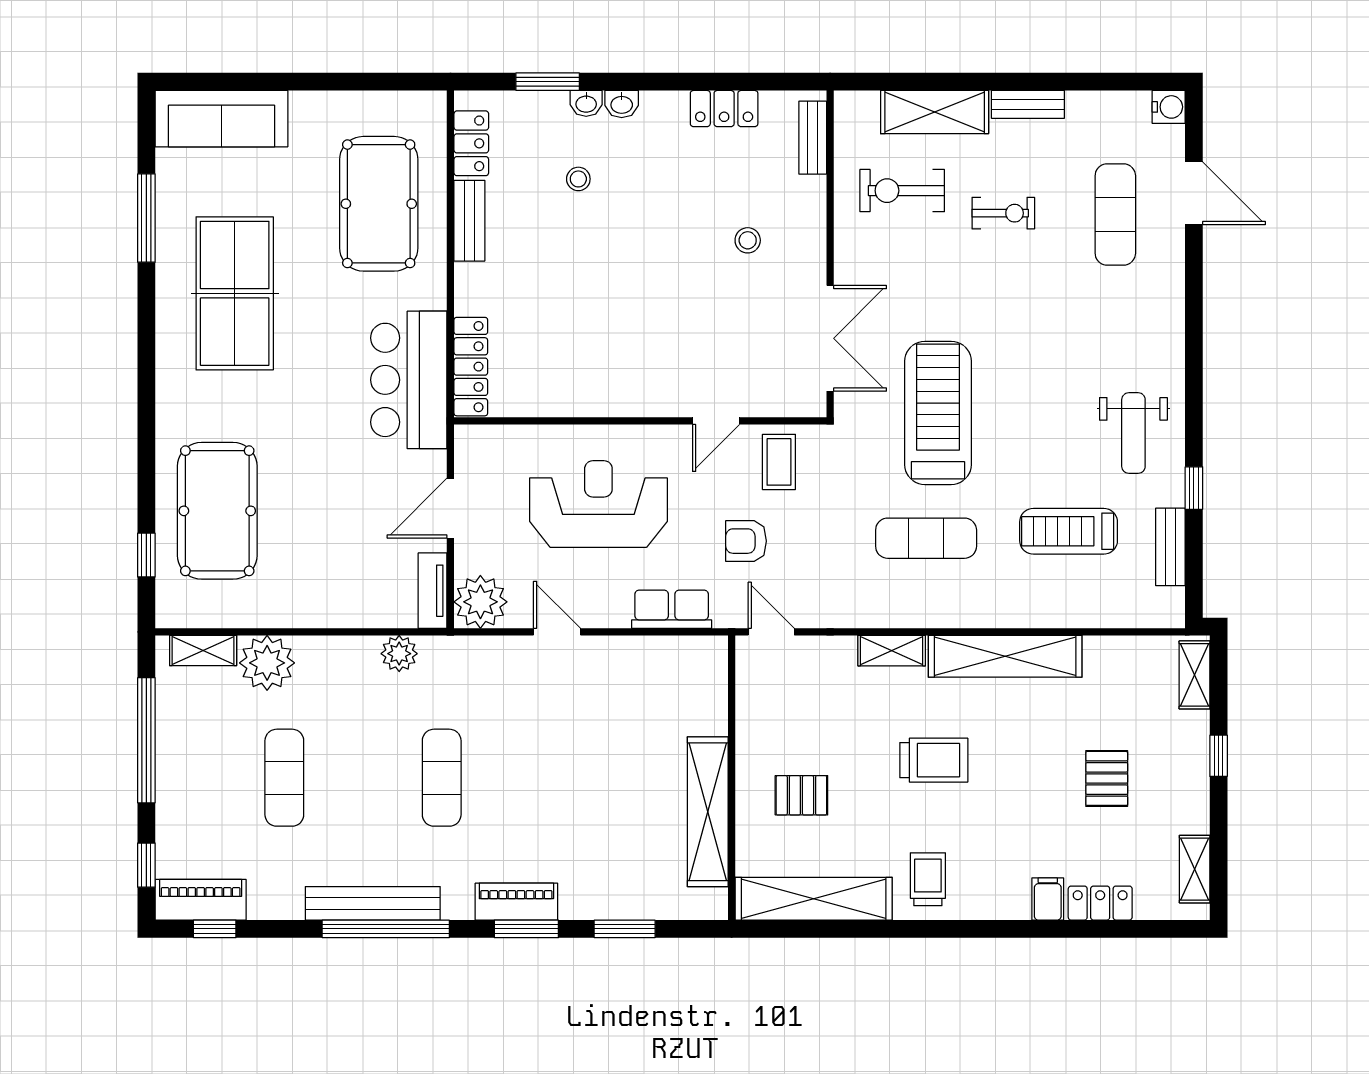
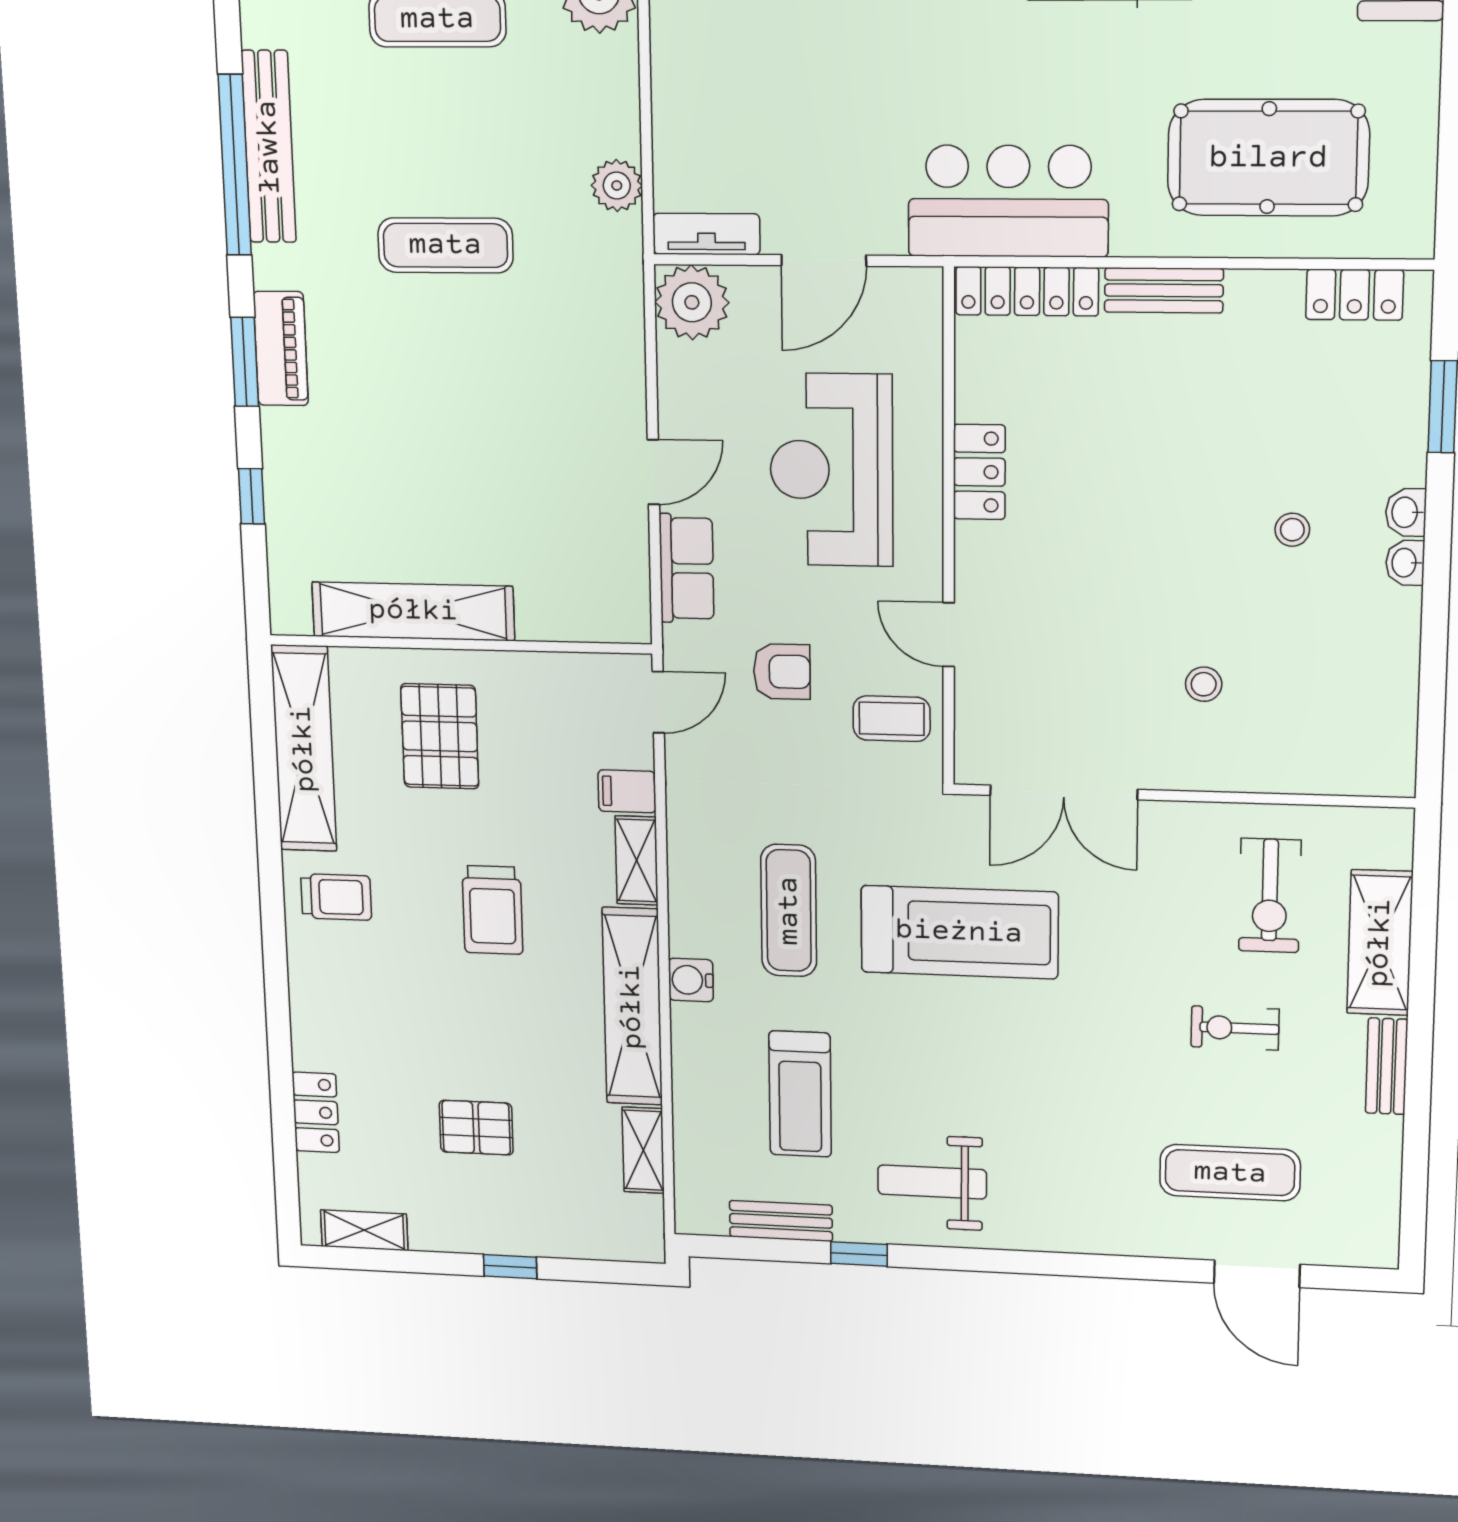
washbasin: (586, 103) -> (1405, 563), moved
water cooler: (1169, 107) -> (691, 980), moved, turned 90
locker: (724, 109) -> (979, 472), moved, turned 180
bench: (813, 138) -> (1349, 777), removed
stool: (578, 179) -> (1292, 530), moved
exercise bike: (902, 191) -> (1270, 896), turned 180
door: (1194, 193) -> (1257, 1274), hinge flipped
exercise bike: (1003, 213) -> (1235, 1028), turned 90
bench: (469, 221) -> (1164, 290), moved
reception desk: (598, 504) -> (831, 470), turned 180
door: (450, 508) -> (824, 260), swing flipped
treadmill: (1069, 531) -> (800, 1094), turned 180
armchair: (746, 541) -> (782, 672), turned 90
door: (557, 632) -> (653, 472), moved
shelving: (1194, 675) -> (643, 1150), moved, turned 90
pallet: (801, 795) -> (440, 736), width x1.50, depth x1.42
filing cabinet: (1048, 899) -> (627, 791), moved, turned 180
window: (625, 929) -> (252, 496), width x0.67

